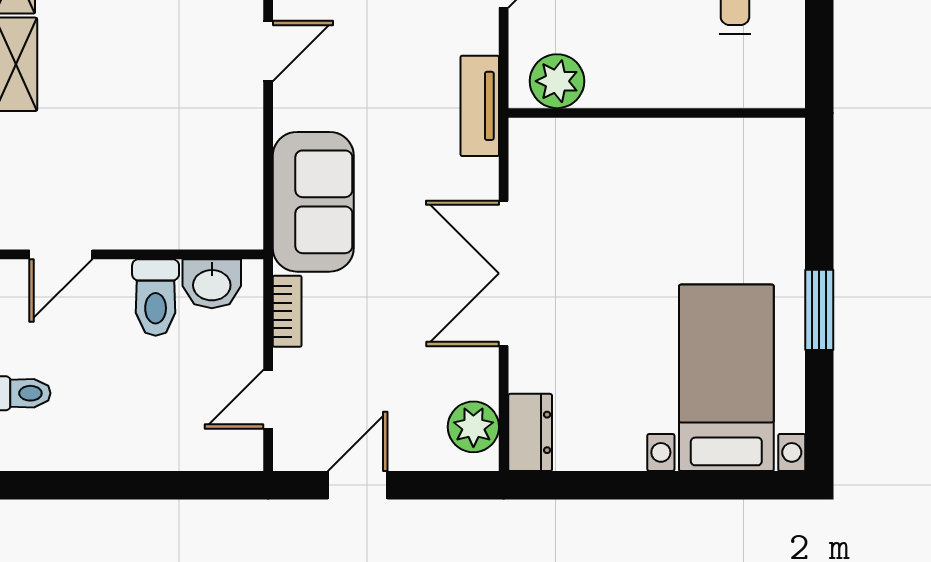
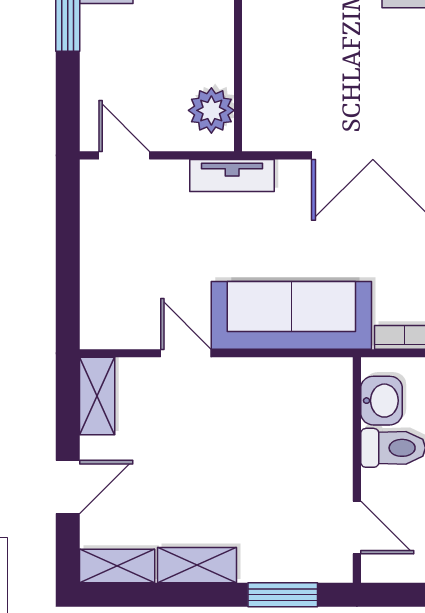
sofa: (313, 202) -> (291, 315), width x1.36

